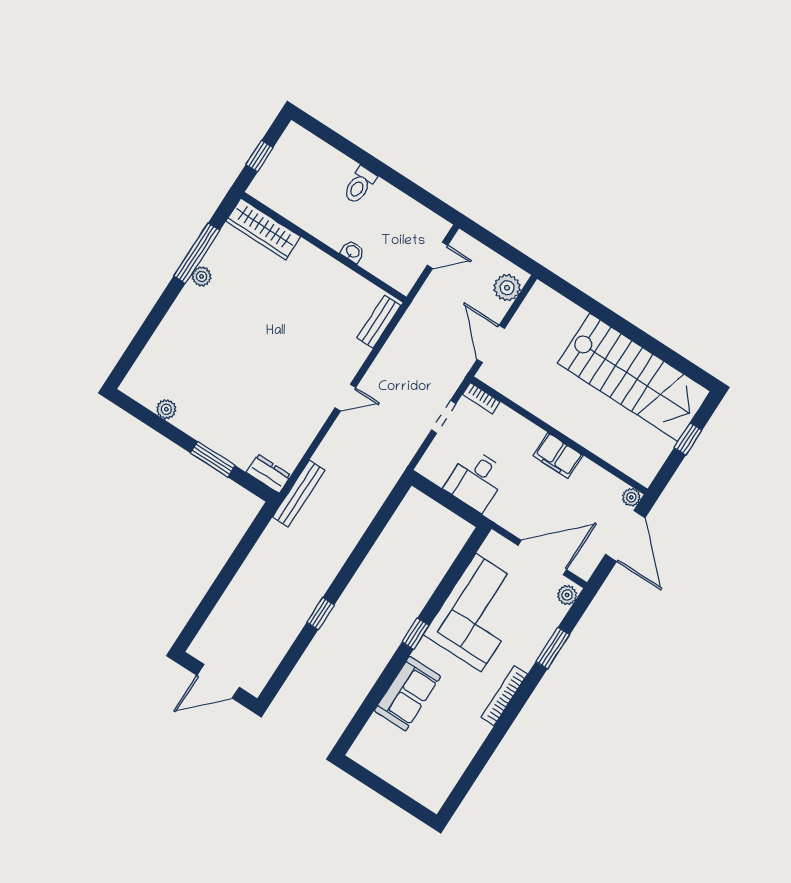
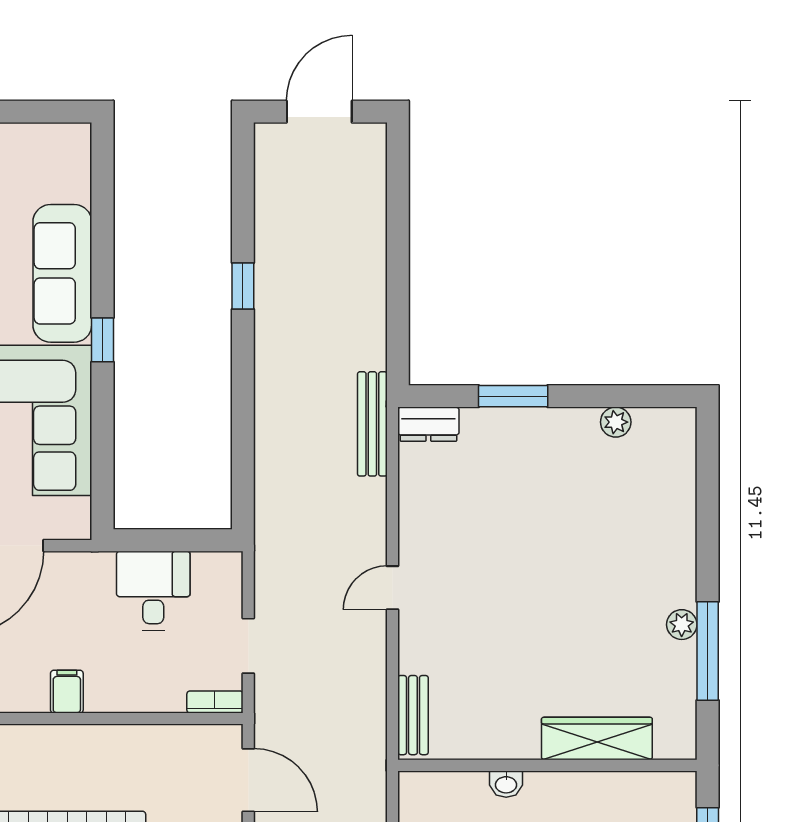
wardrobe: (263, 229) -> (597, 739), moved
filing cabinet: (558, 456) -> (67, 692), width x0.50
sofa: (407, 694) -> (62, 273), width x1.36

